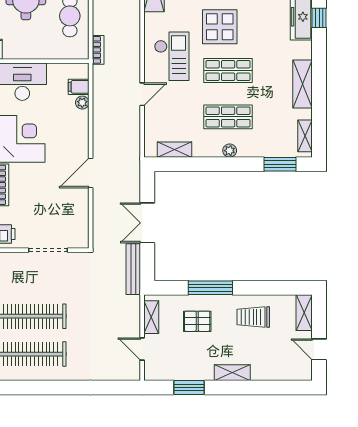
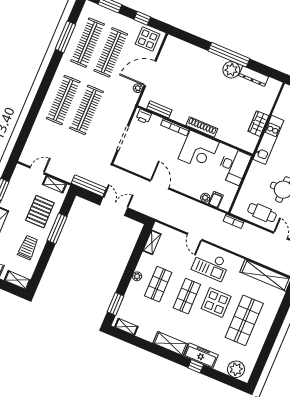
shelving: (303, 84) -> (170, 344), moved
pallet: (197, 321) -> (40, 212), width x1.50, depth x1.42

